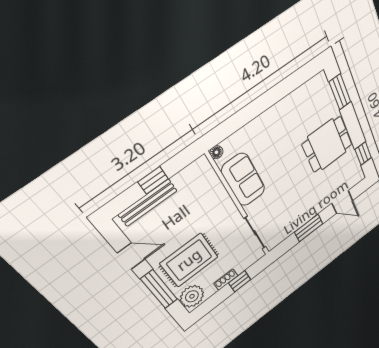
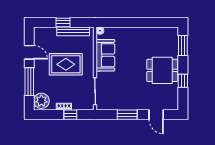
window: (363, 153) -> (183, 81), moved
bench: (148, 203) -> (73, 31), moved
rug: (189, 260) -> (66, 64), moved

